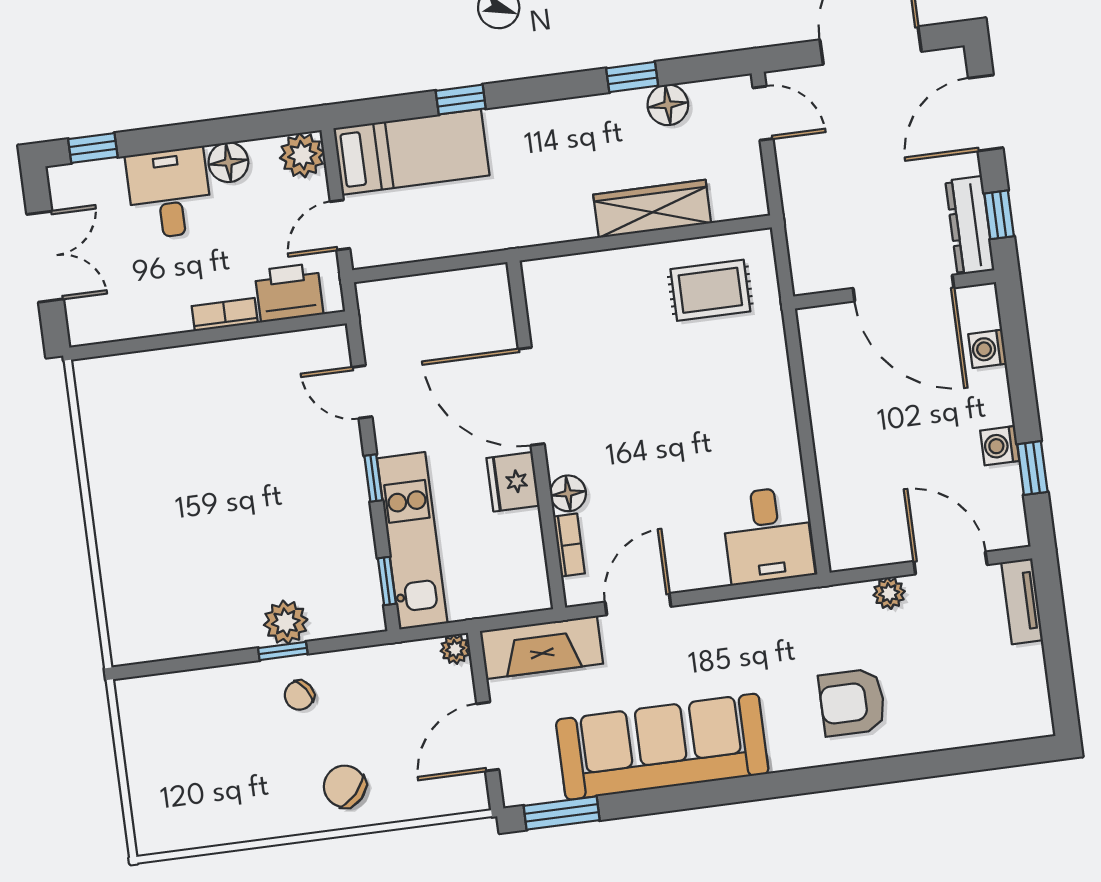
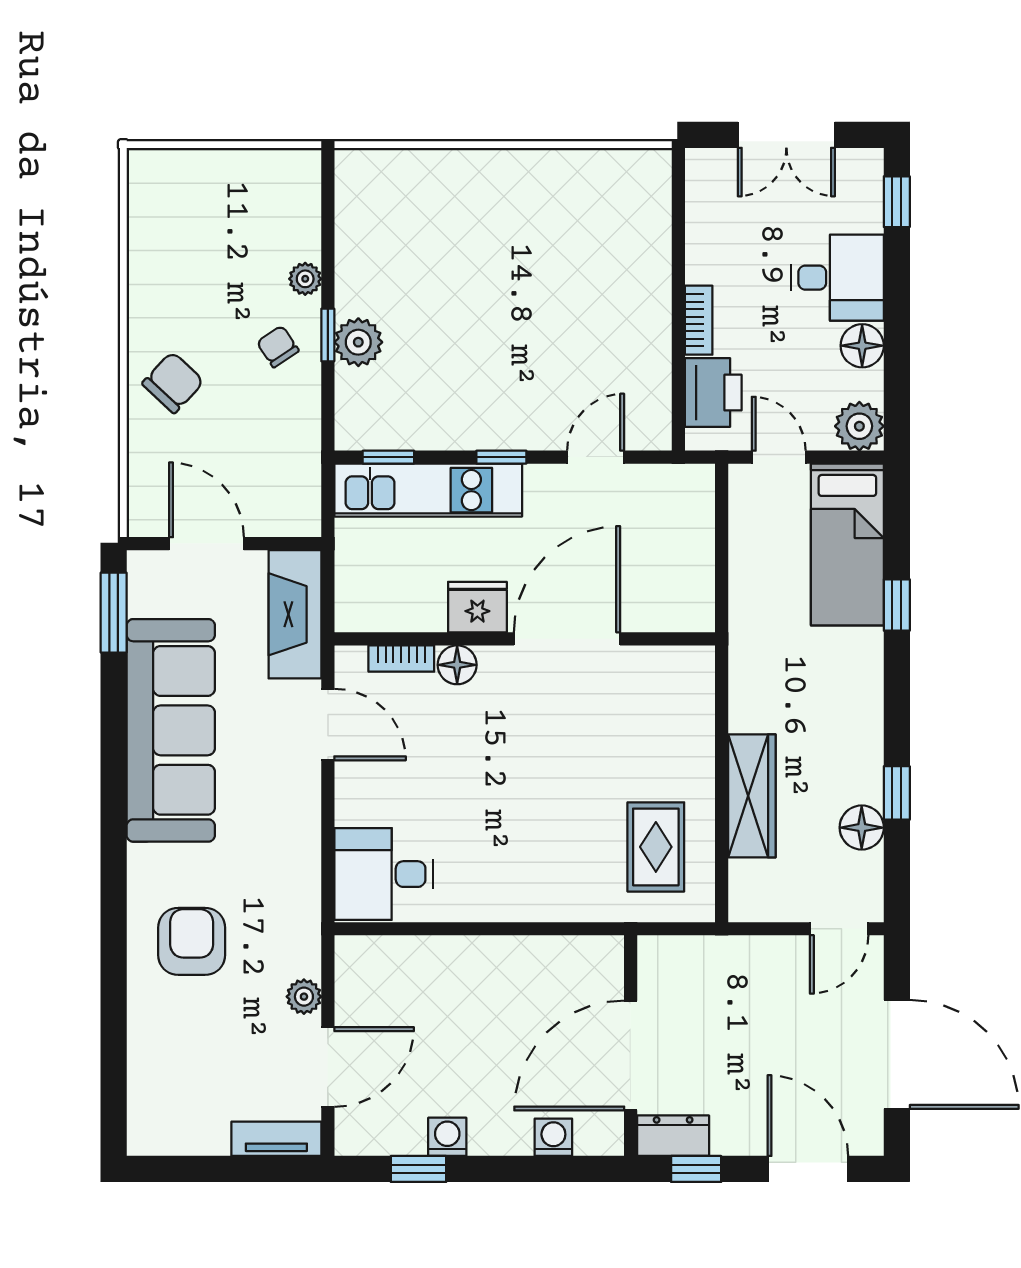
dresser: (970, 225) -> (673, 1136), width x0.70
plant: (455, 649) -> (305, 279), moved

